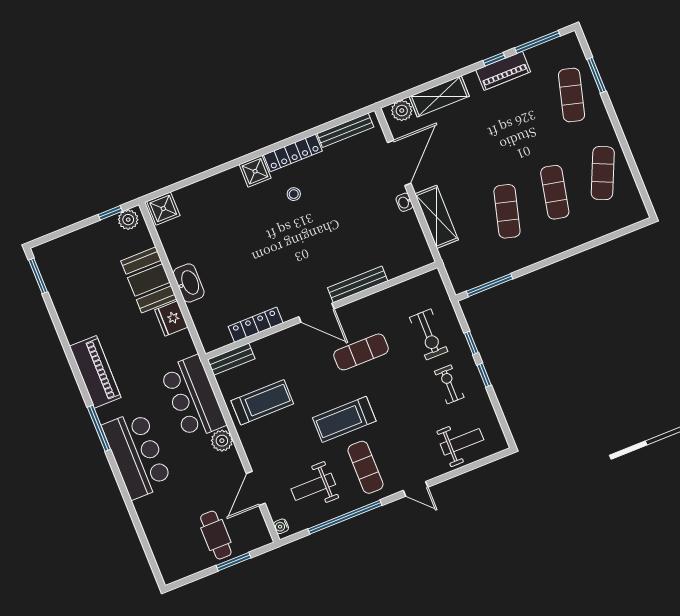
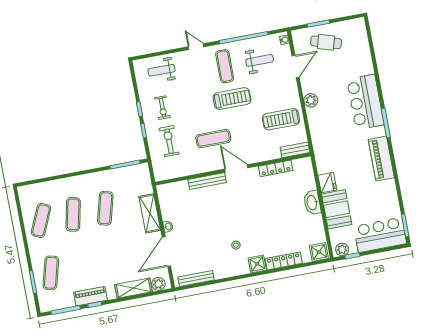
locker: (293, 153) -> (284, 261), moved
bar counter: (193, 397) -> (380, 235), moved, turned -90
cafe table: (216, 535) -> (326, 42), turned -73

